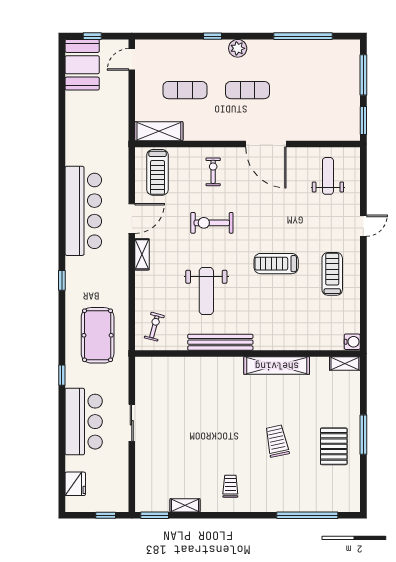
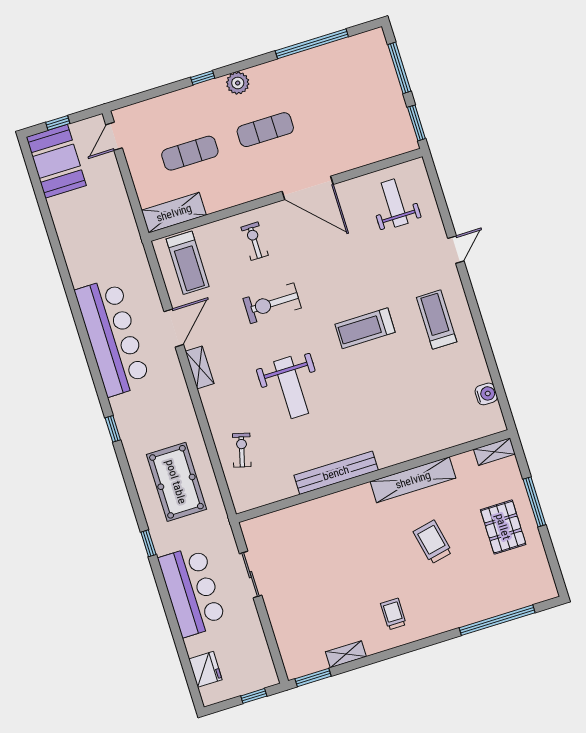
bench: (220, 342) -> (336, 473), moved
wall: (248, 353) -> (373, 476), moved
shelving: (345, 364) -> (494, 452), moved
shelving: (277, 366) -> (413, 480), moved

